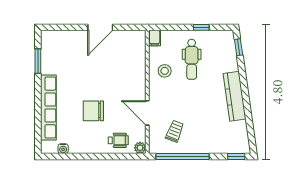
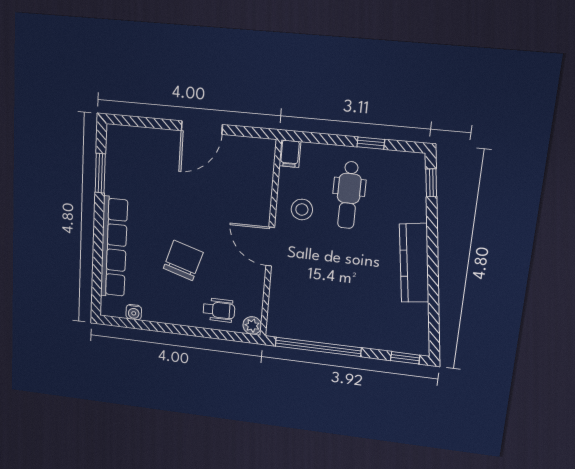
chair: (93, 111) -> (183, 260), turned 107
door: (147, 113) -> (270, 247), moved
trolley: (175, 131) -> (309, 307), removed

